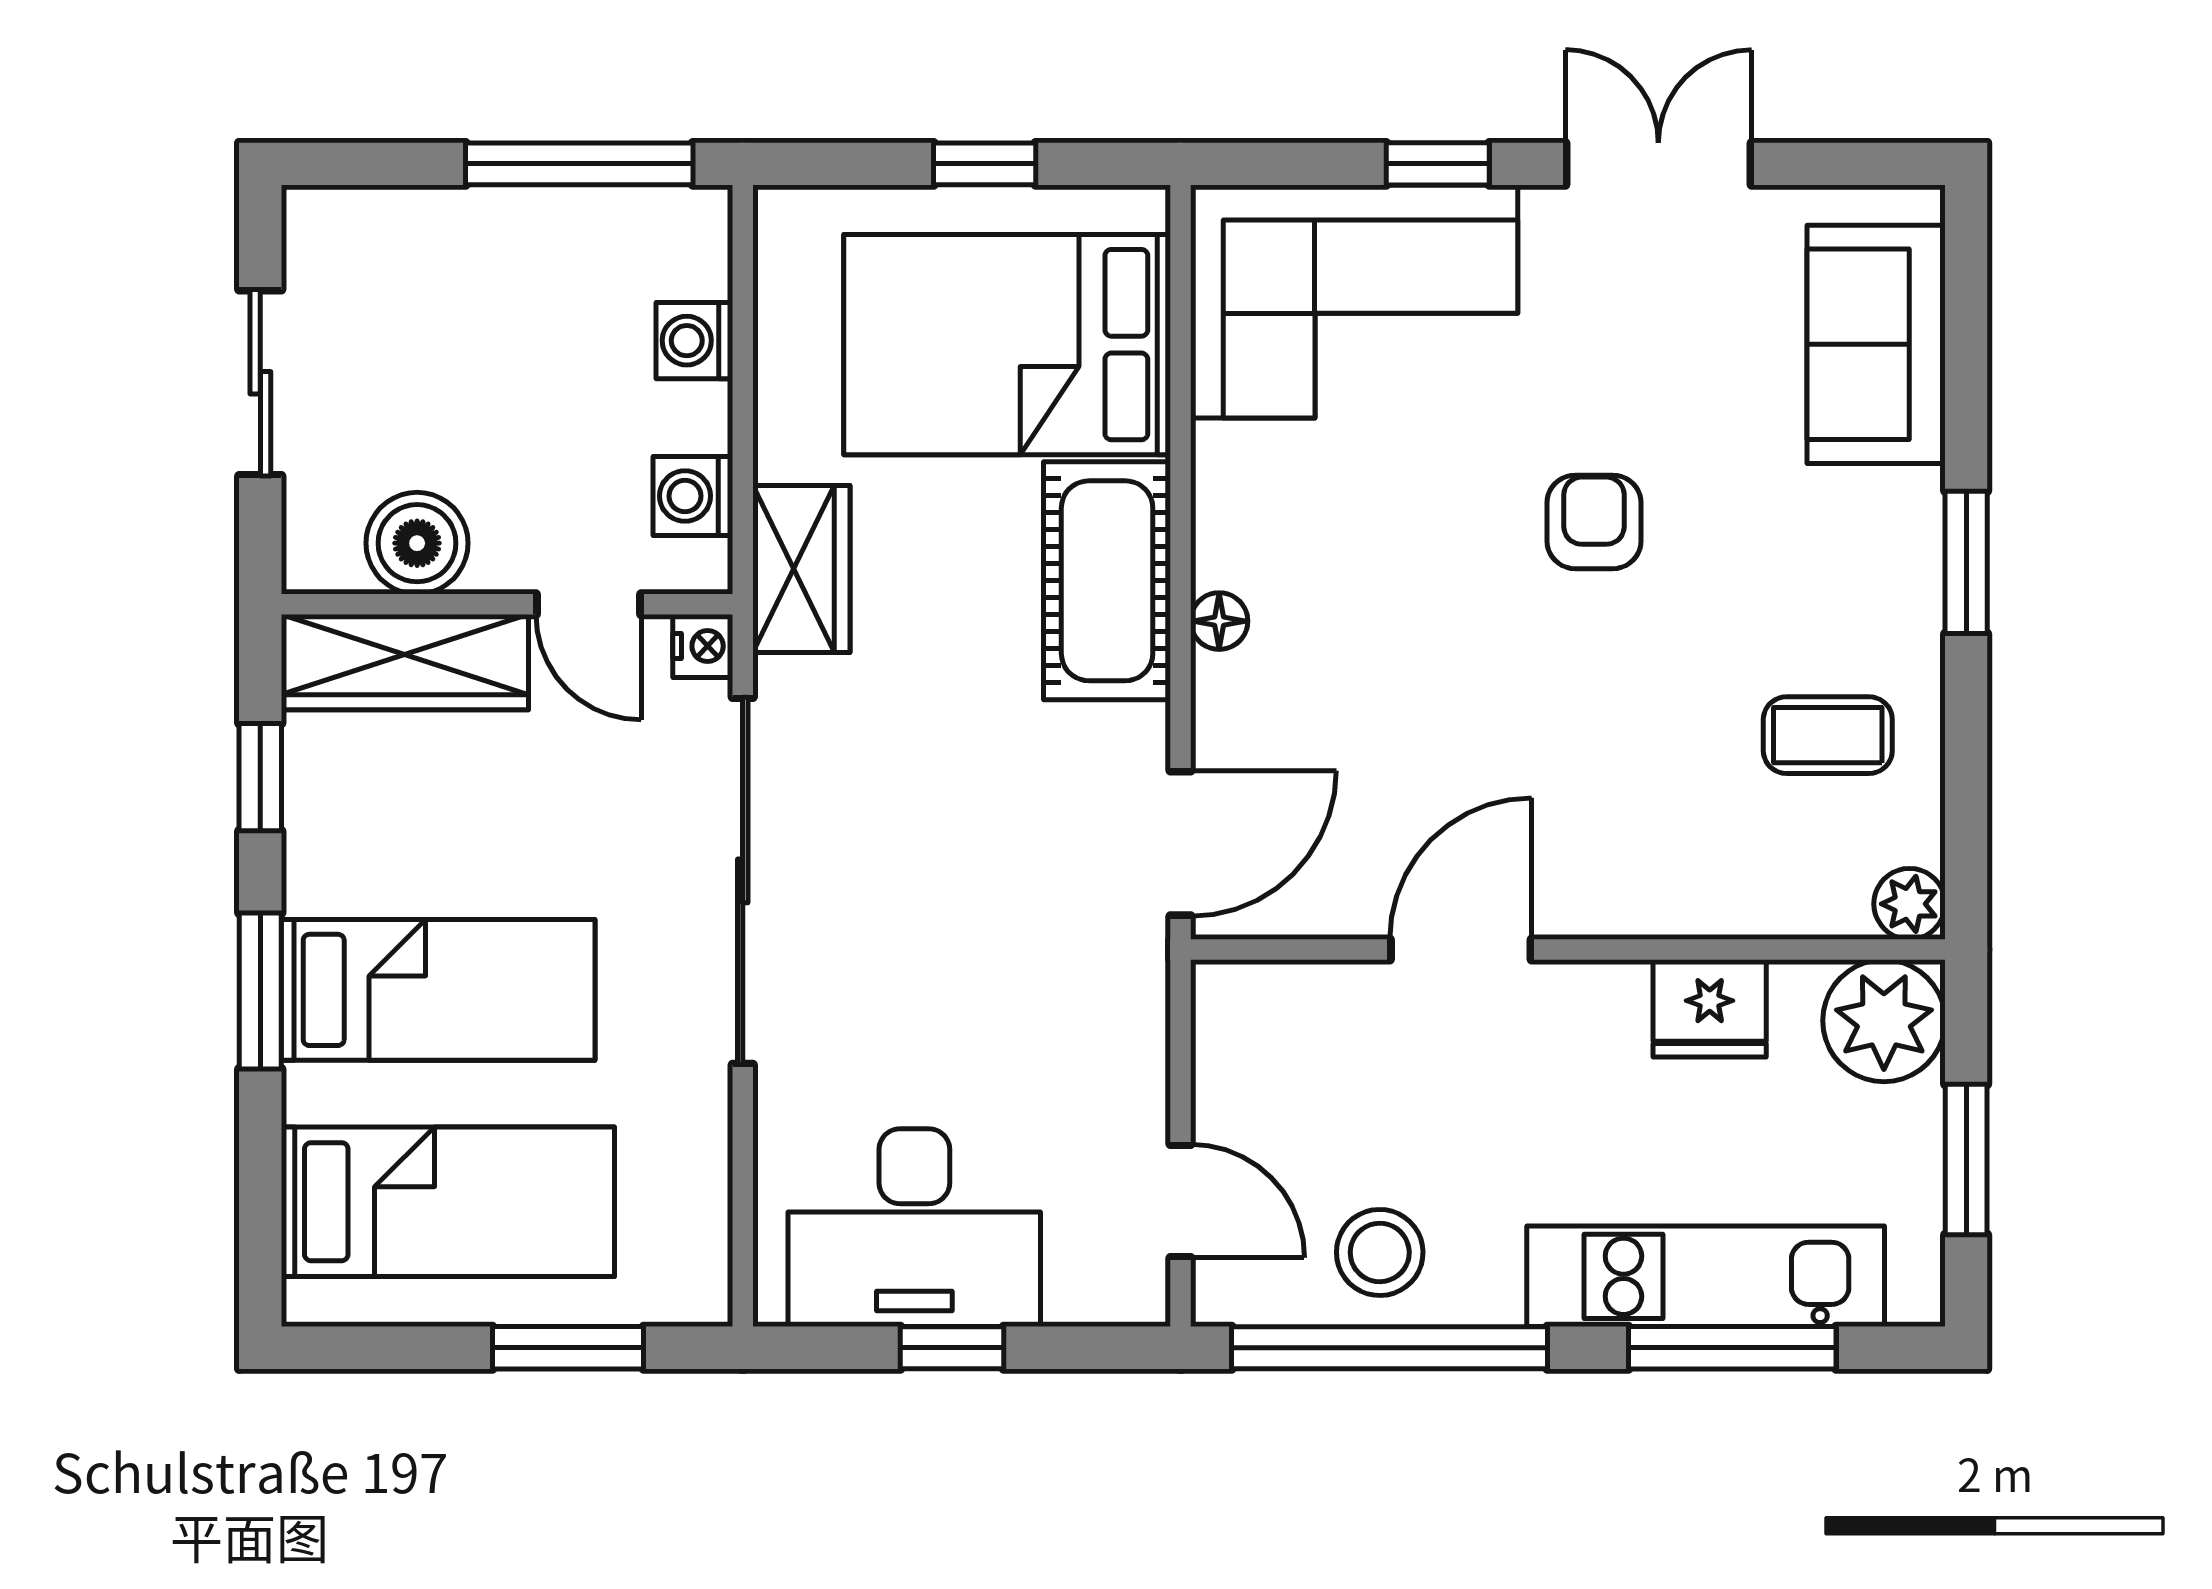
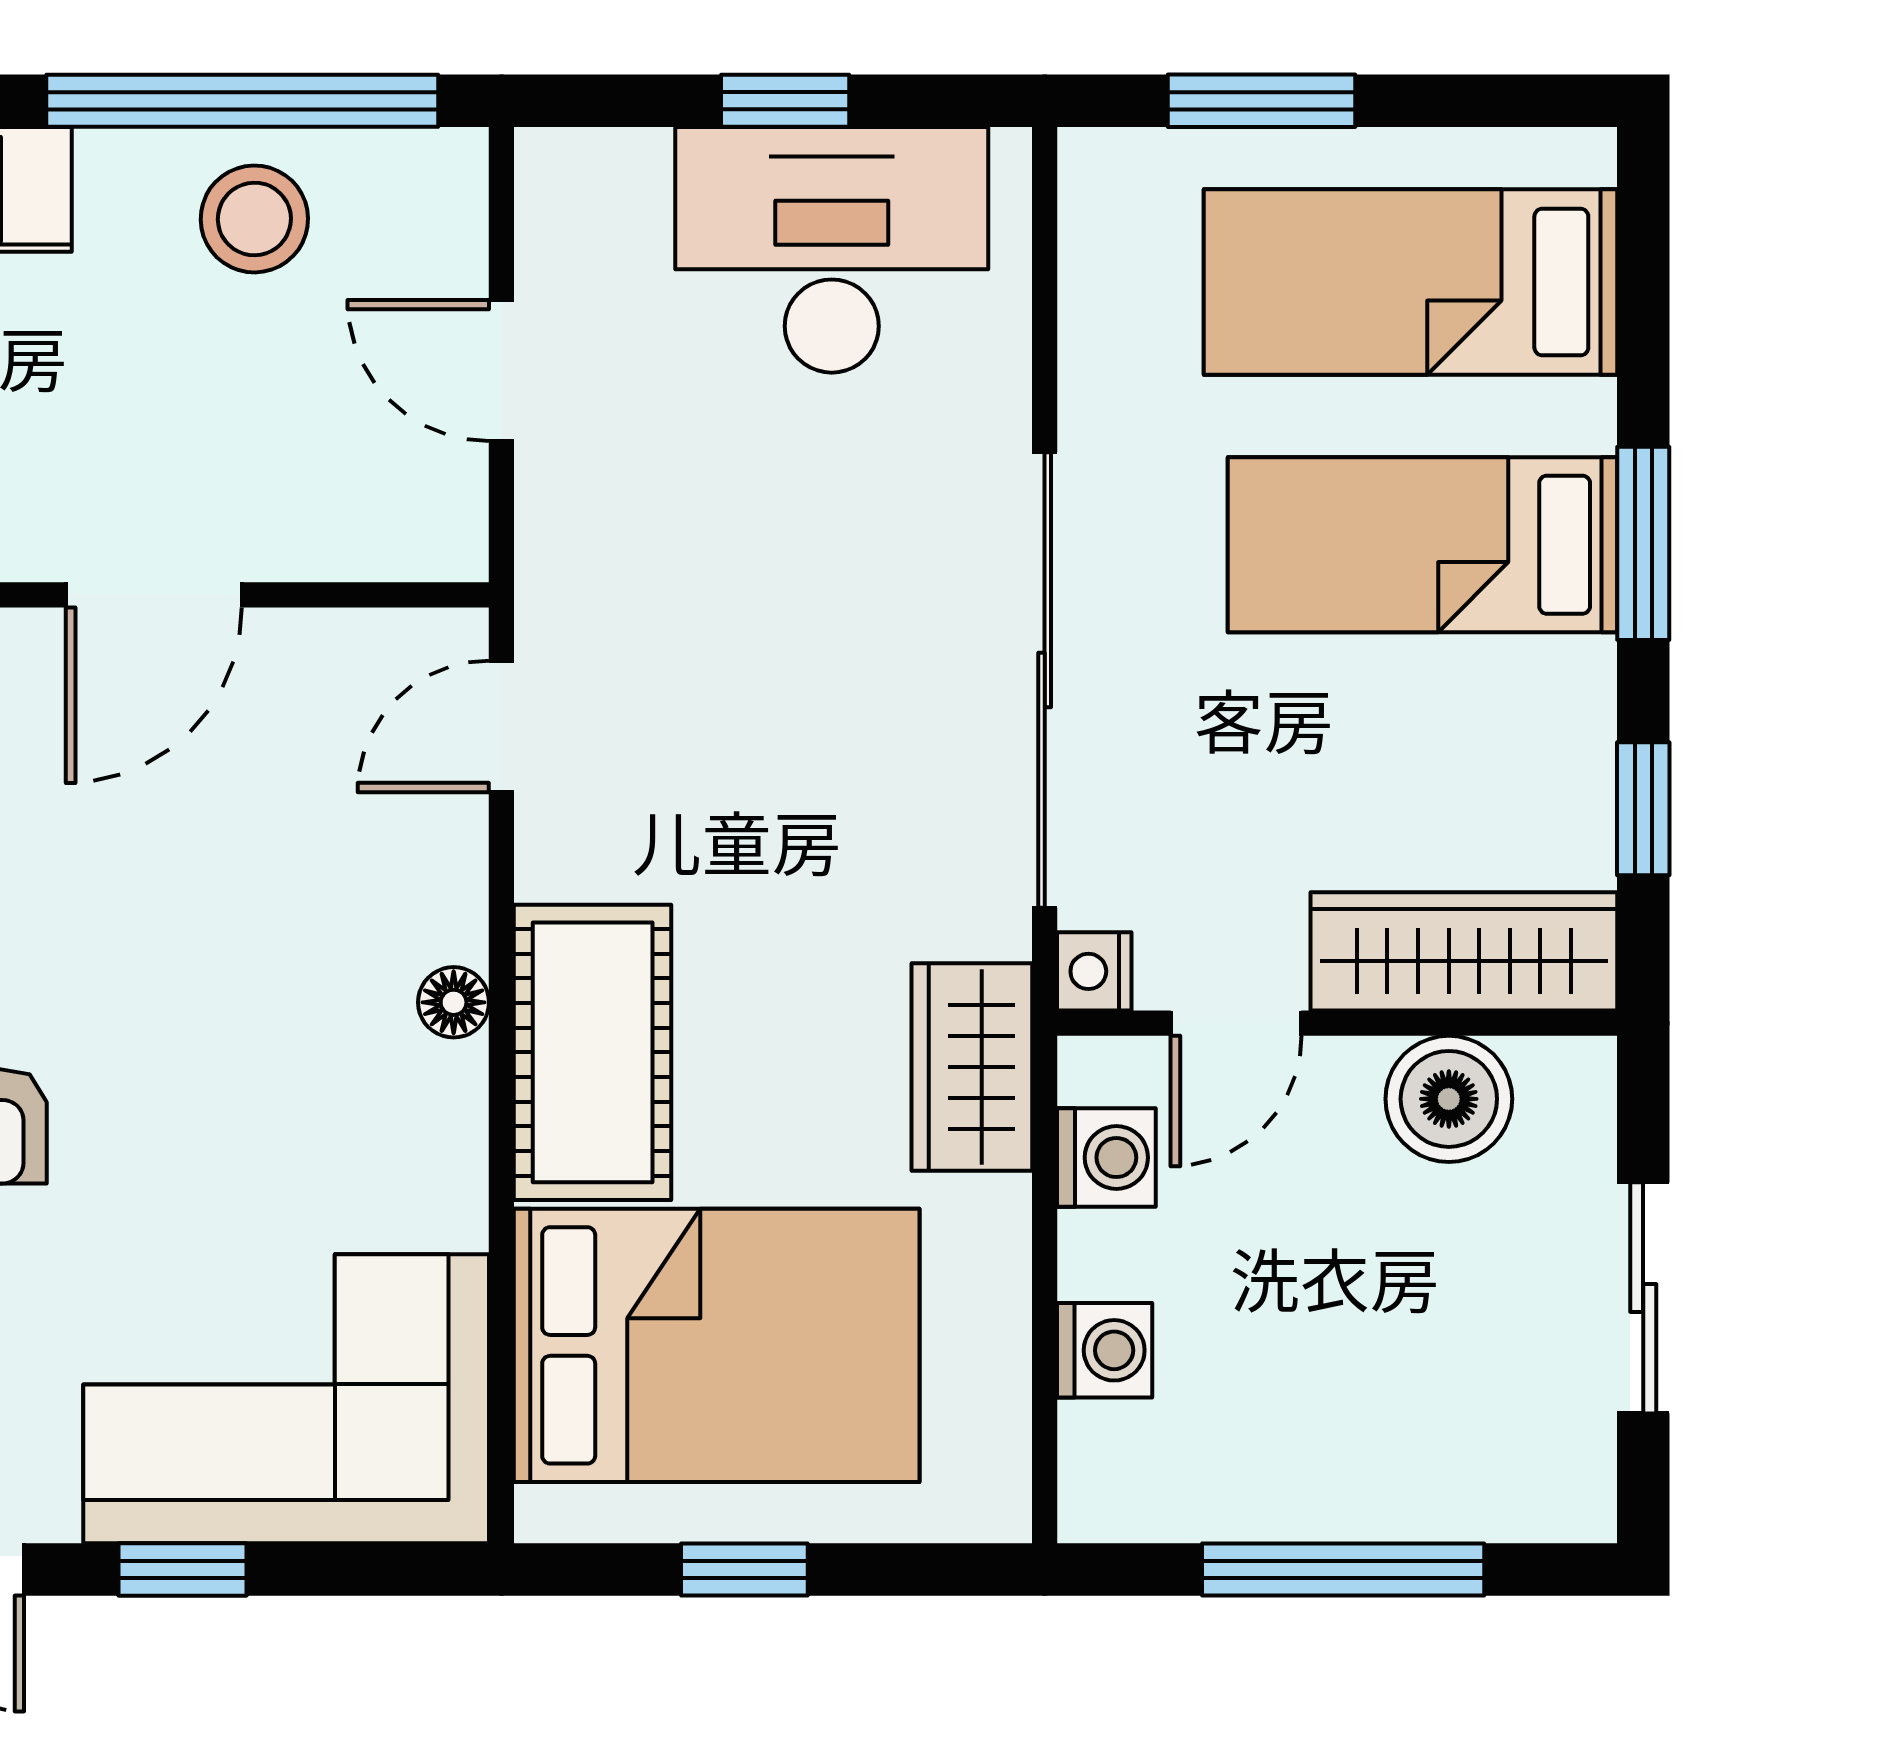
window: (579, 164) -> (1343, 1570), moved
door: (589, 604) -> (1236, 1023), swing flipped
door: (1181, 843) -> (501, 727), width x0.73
door: (1181, 1201) -> (501, 371), moved

